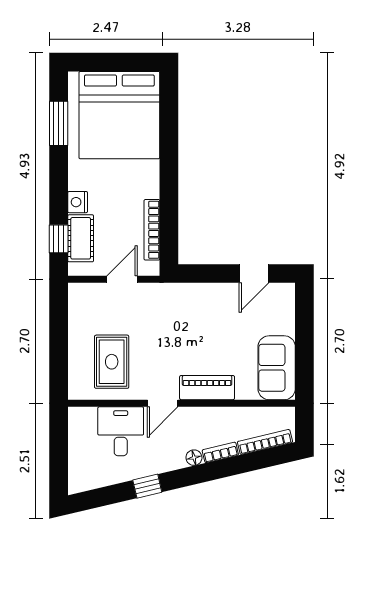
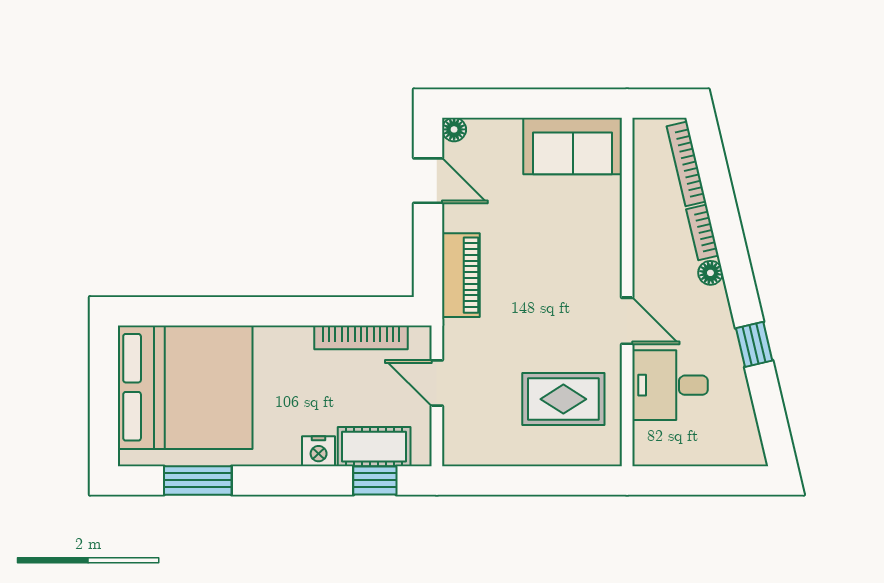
floor lamp: (287, 290) -> (454, 129), added
piano: (207, 388) -> (461, 275), moved, turned 180

